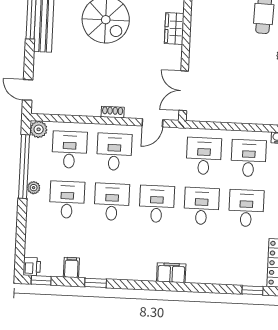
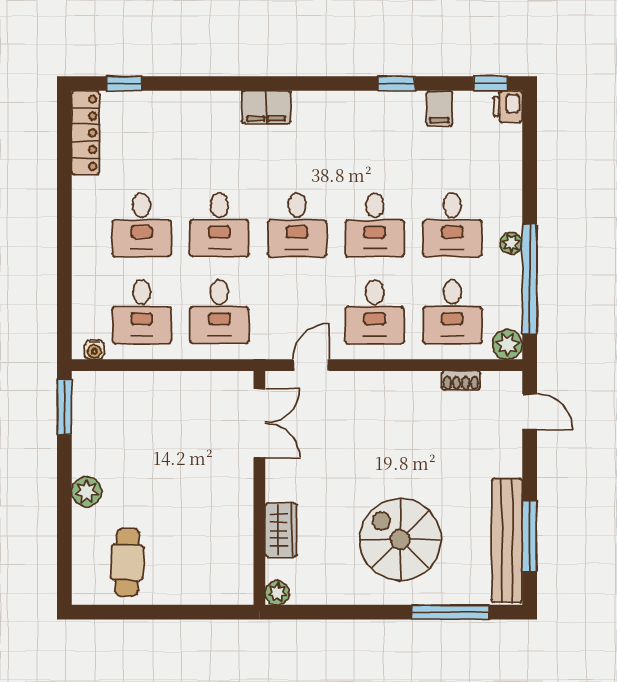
shoe rack: (113, 112) -> (461, 380), moved

